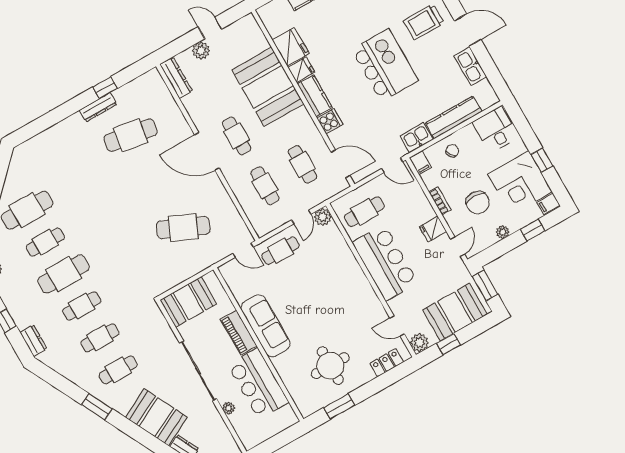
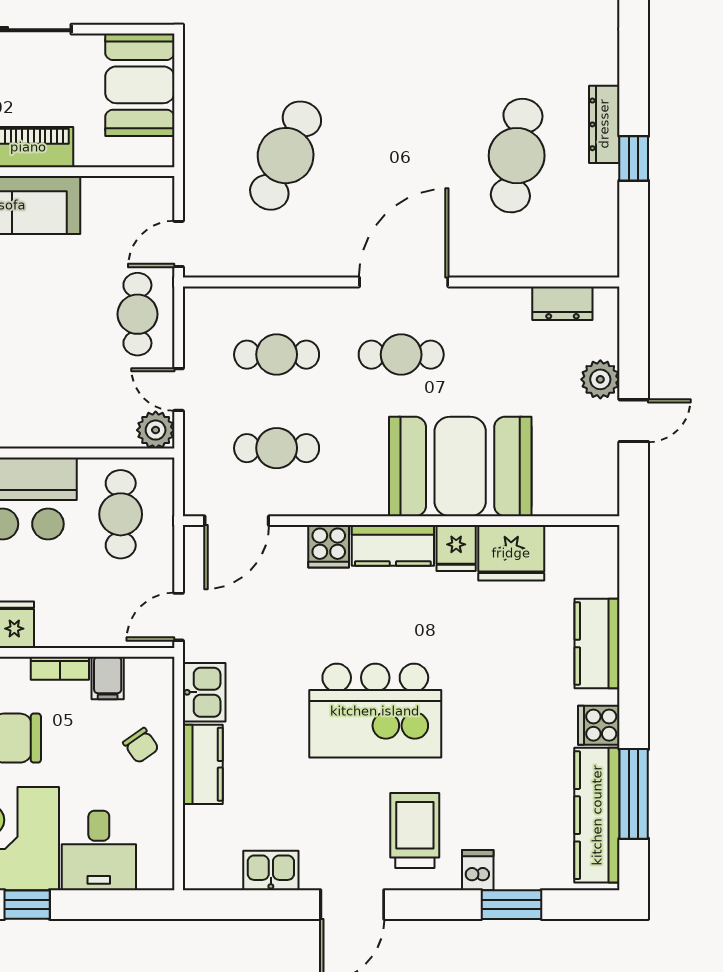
kitchen sink: (470, 66) -> (271, 870), width x0.73
dresser: (176, 78) -> (562, 303), width x0.70
kitchen counter: (454, 117) -> (203, 764), width x0.67
desk: (495, 130) -> (99, 850), moved, turned 90
filing cabinet: (420, 163) -> (108, 678), moved, turned -90

